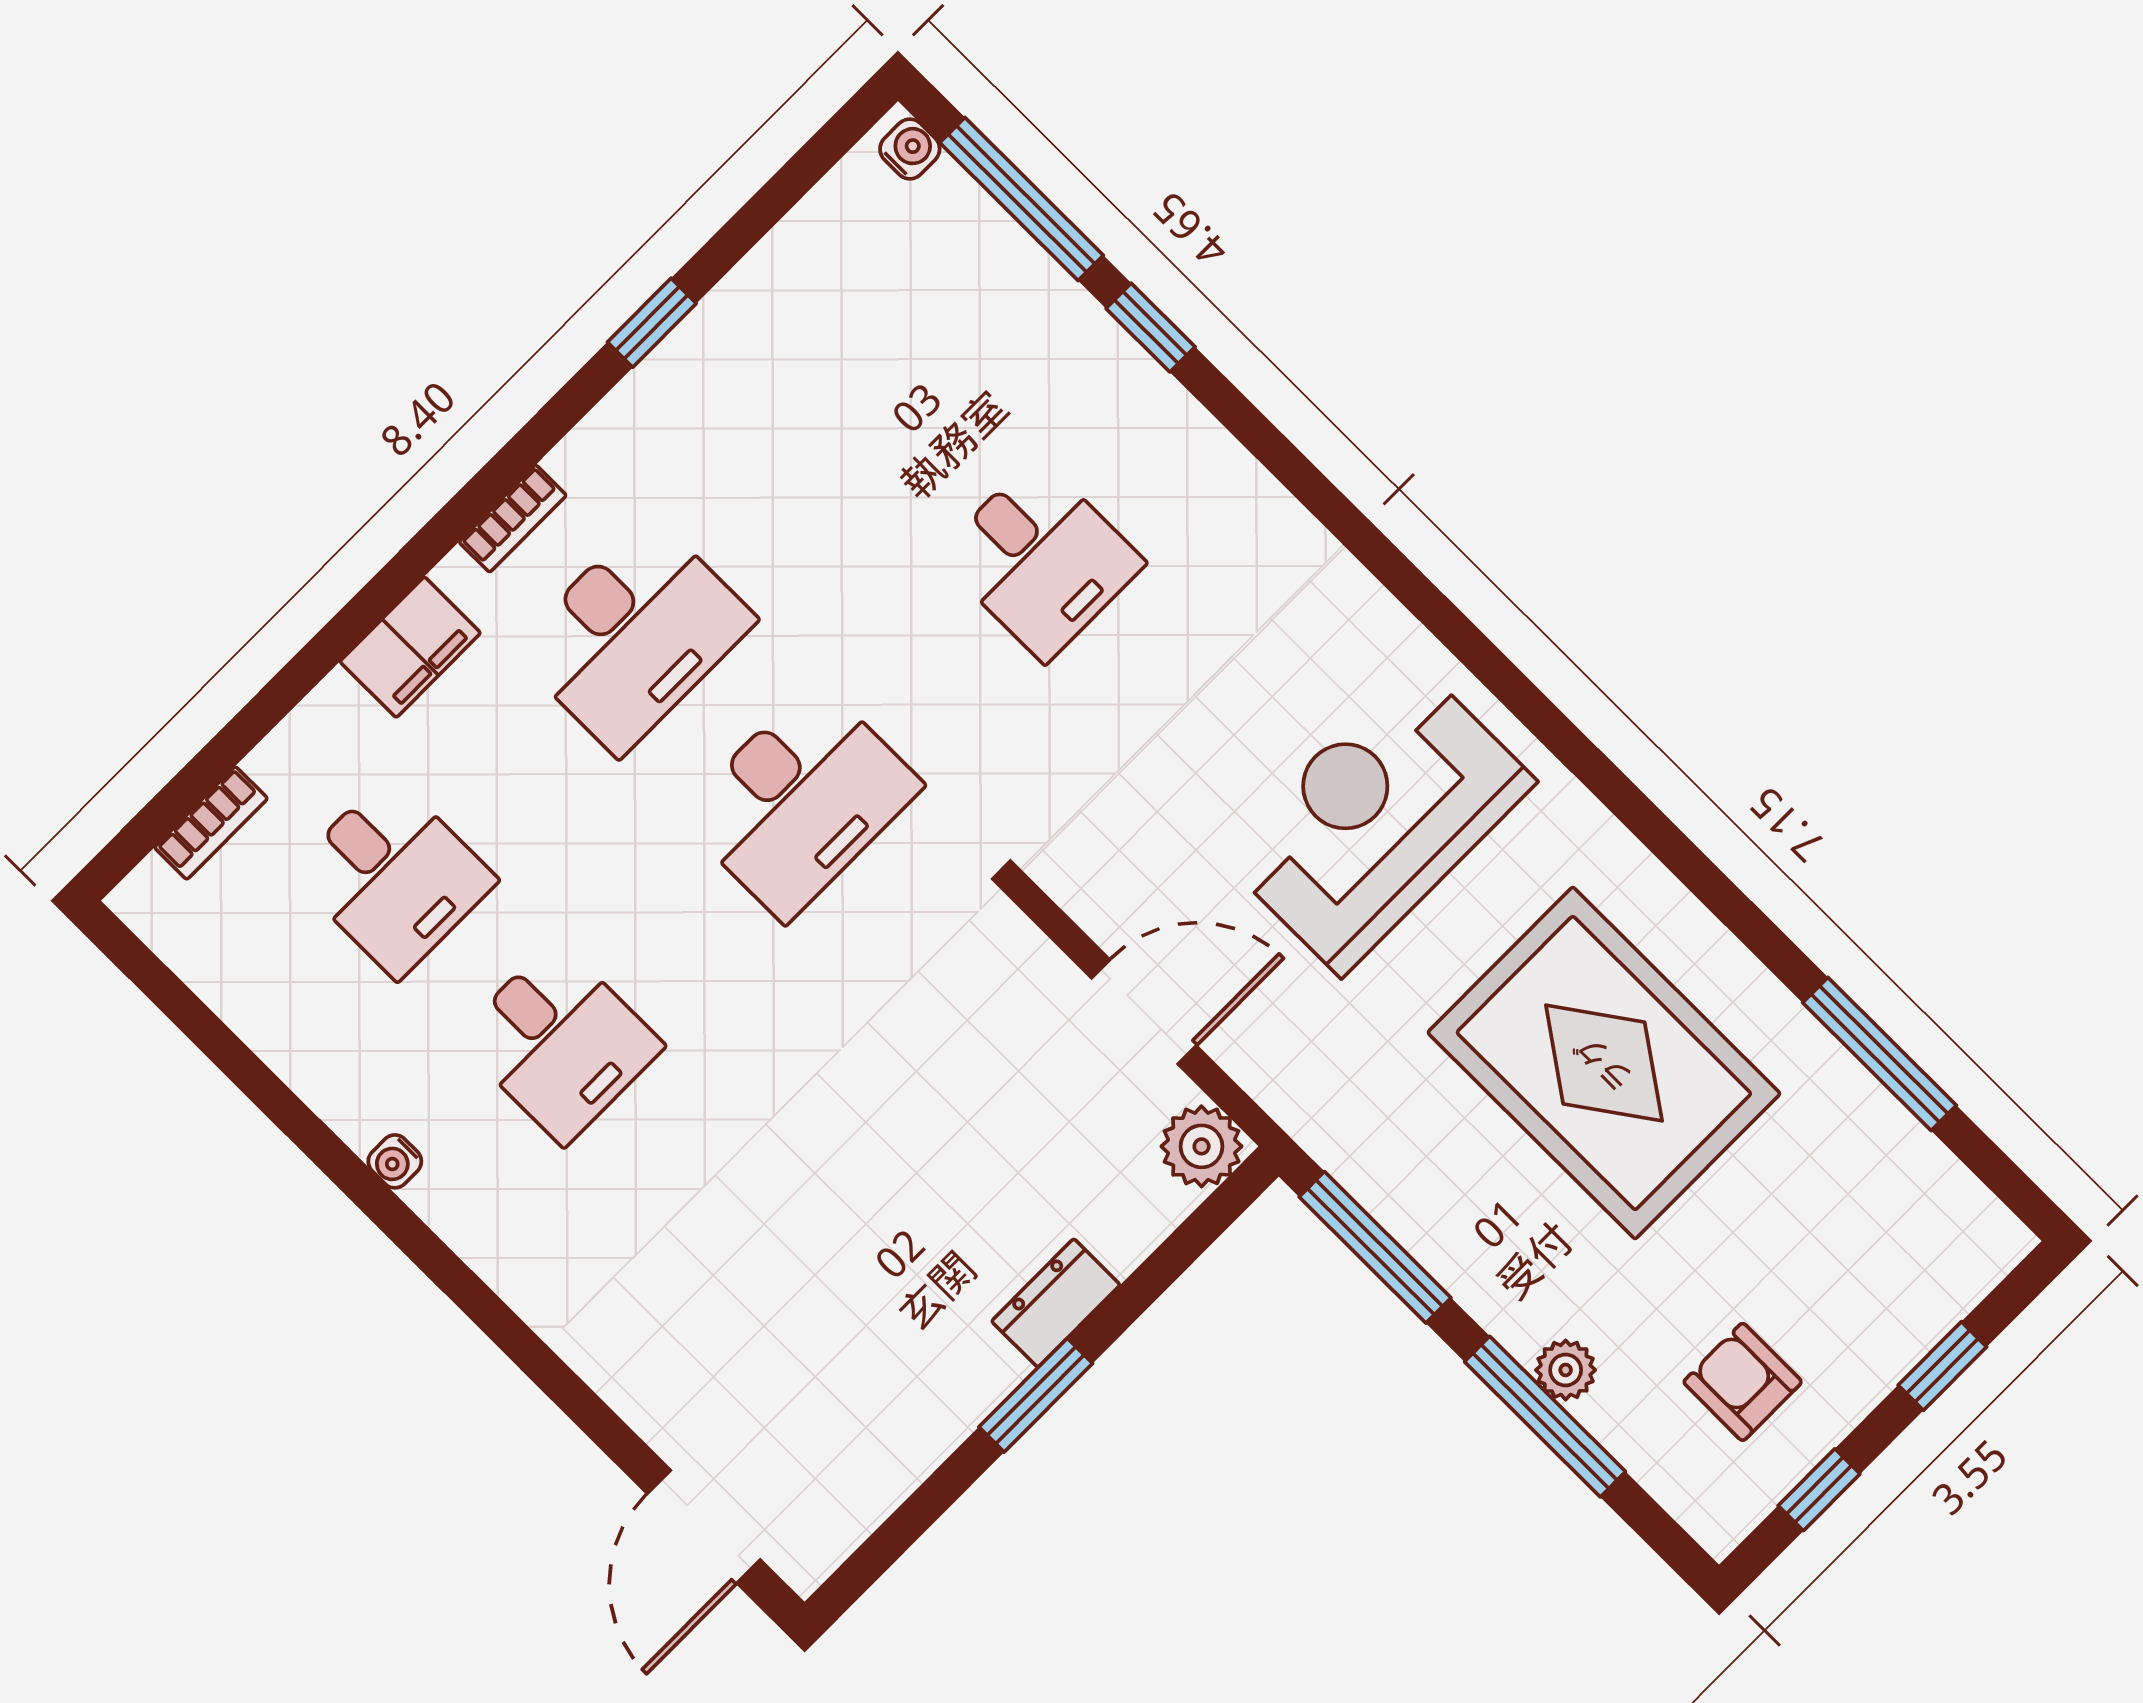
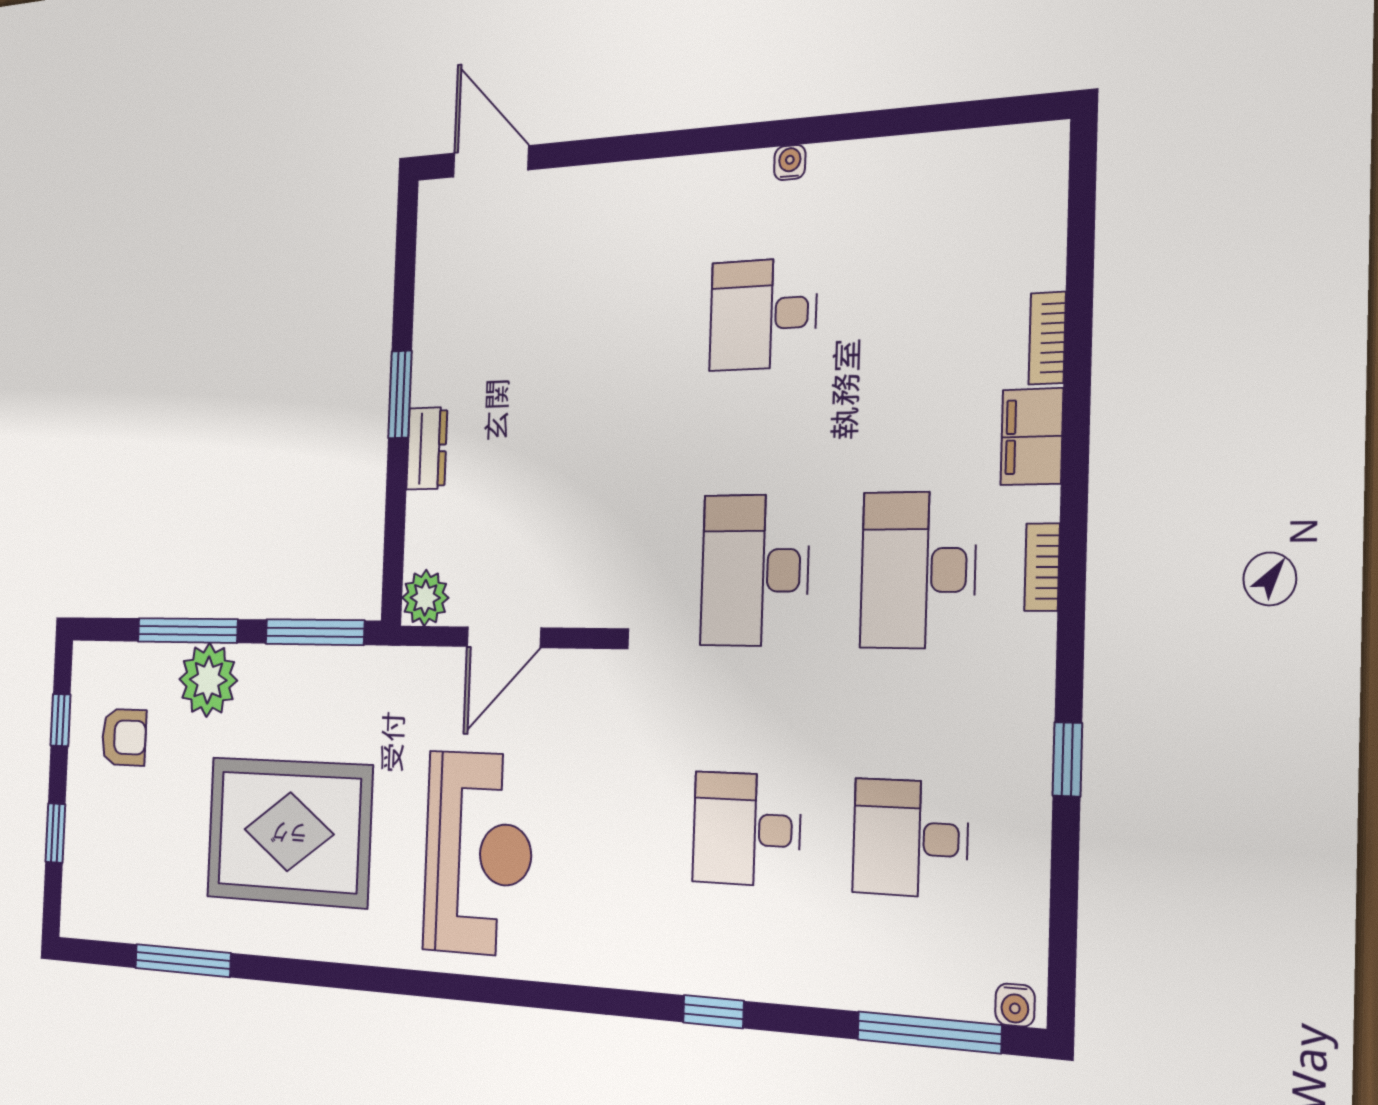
window: (1151, 328) -> (713, 1012), moved
bookcase: (211, 823) -> (1047, 338), moved
desk: (393, 876) -> (910, 838), moved
plant: (1566, 1370) -> (208, 680), width x1.88, depth x1.88

